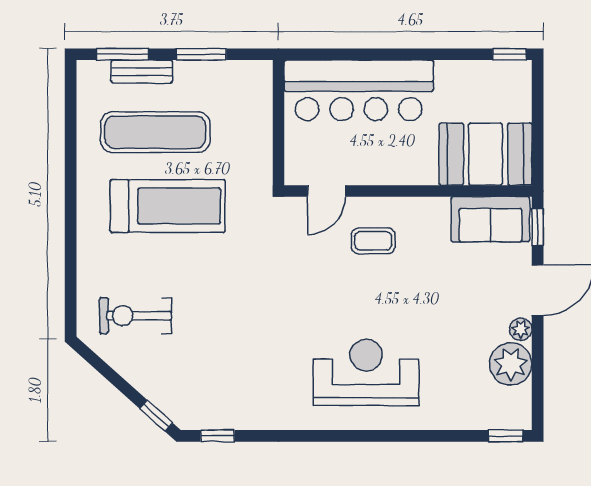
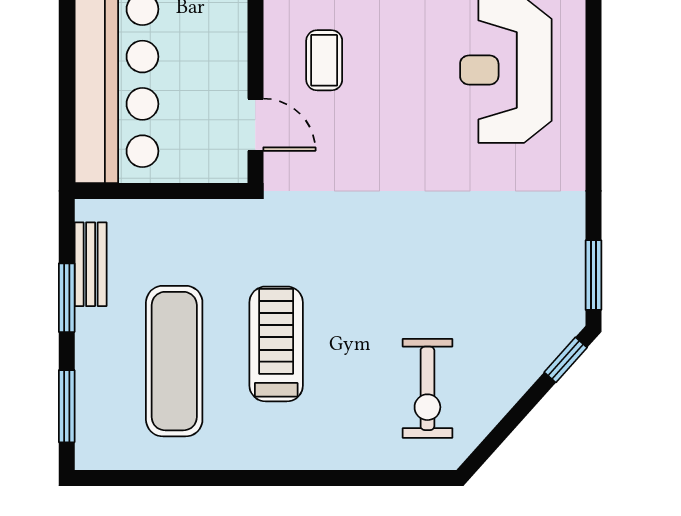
bench: (142, 72) -> (91, 264), moved
treadmill: (168, 206) -> (276, 344), width x0.73, depth x0.73
window: (218, 436) -> (593, 275), width x1.50

